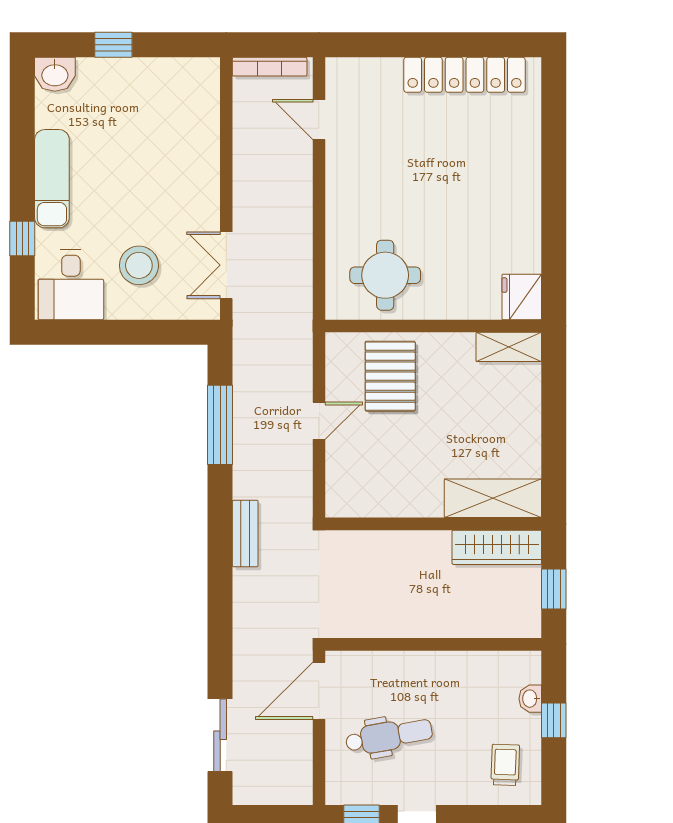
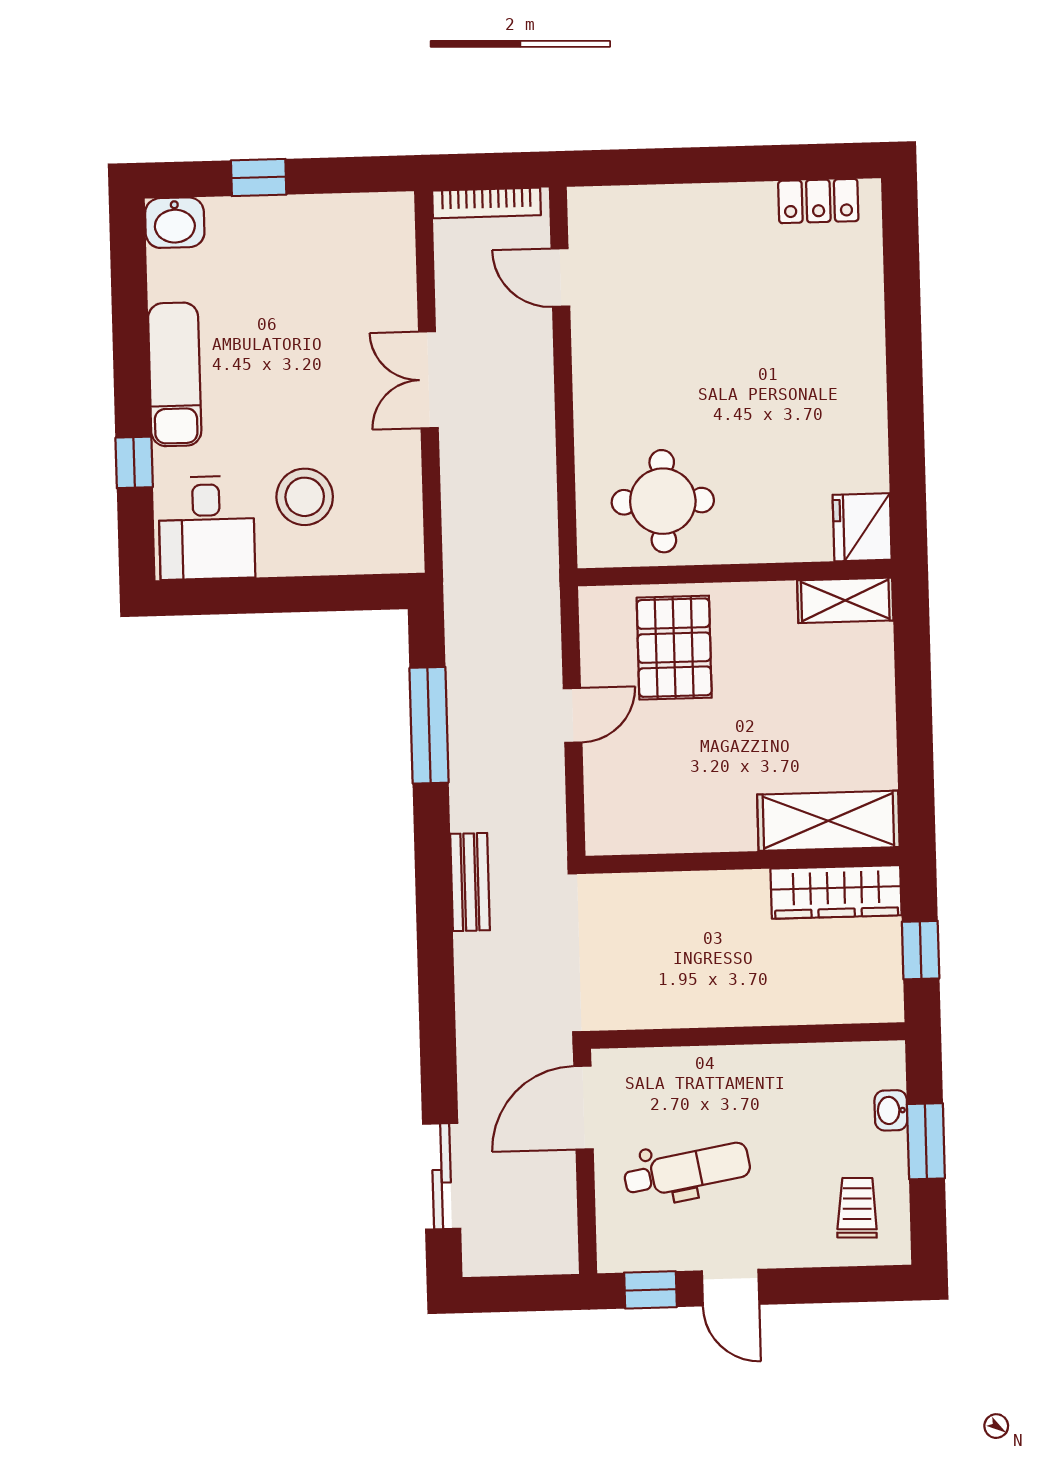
locker: (464, 75) -> (818, 201), width x0.46, depth x0.83
double door: (226, 265) -> (428, 380), moved
window: (554, 720) -> (926, 1141), width x1.50

